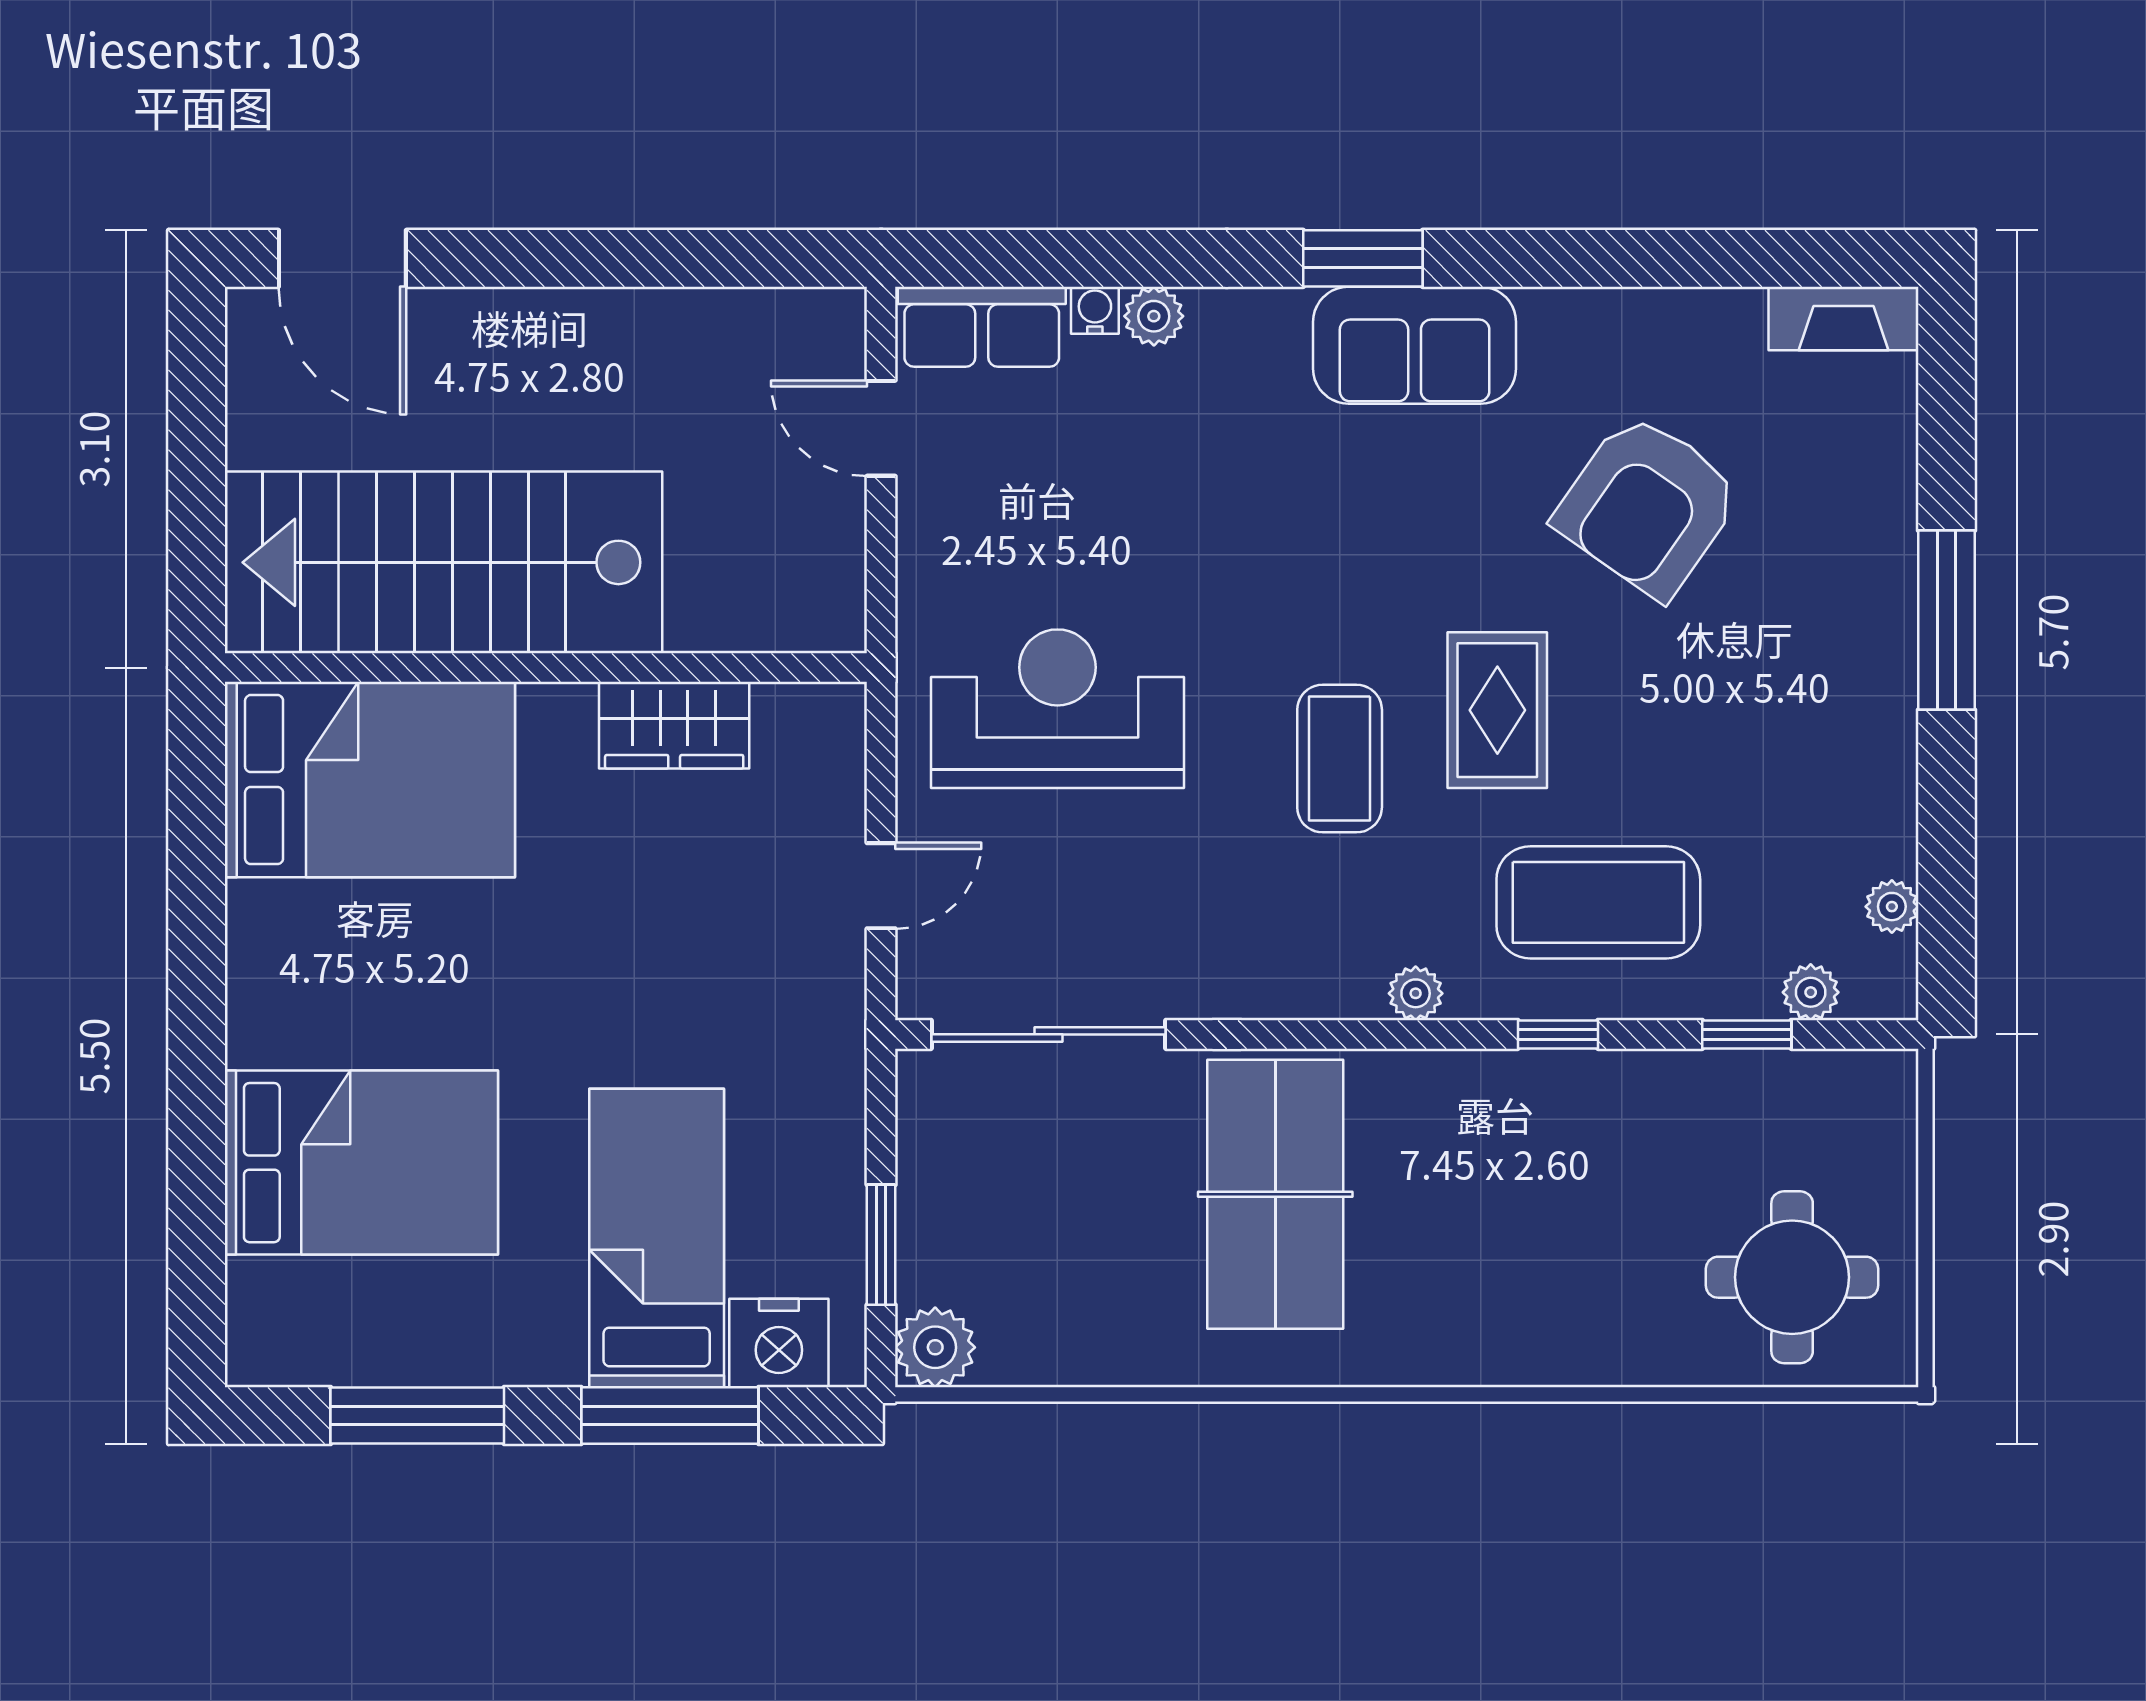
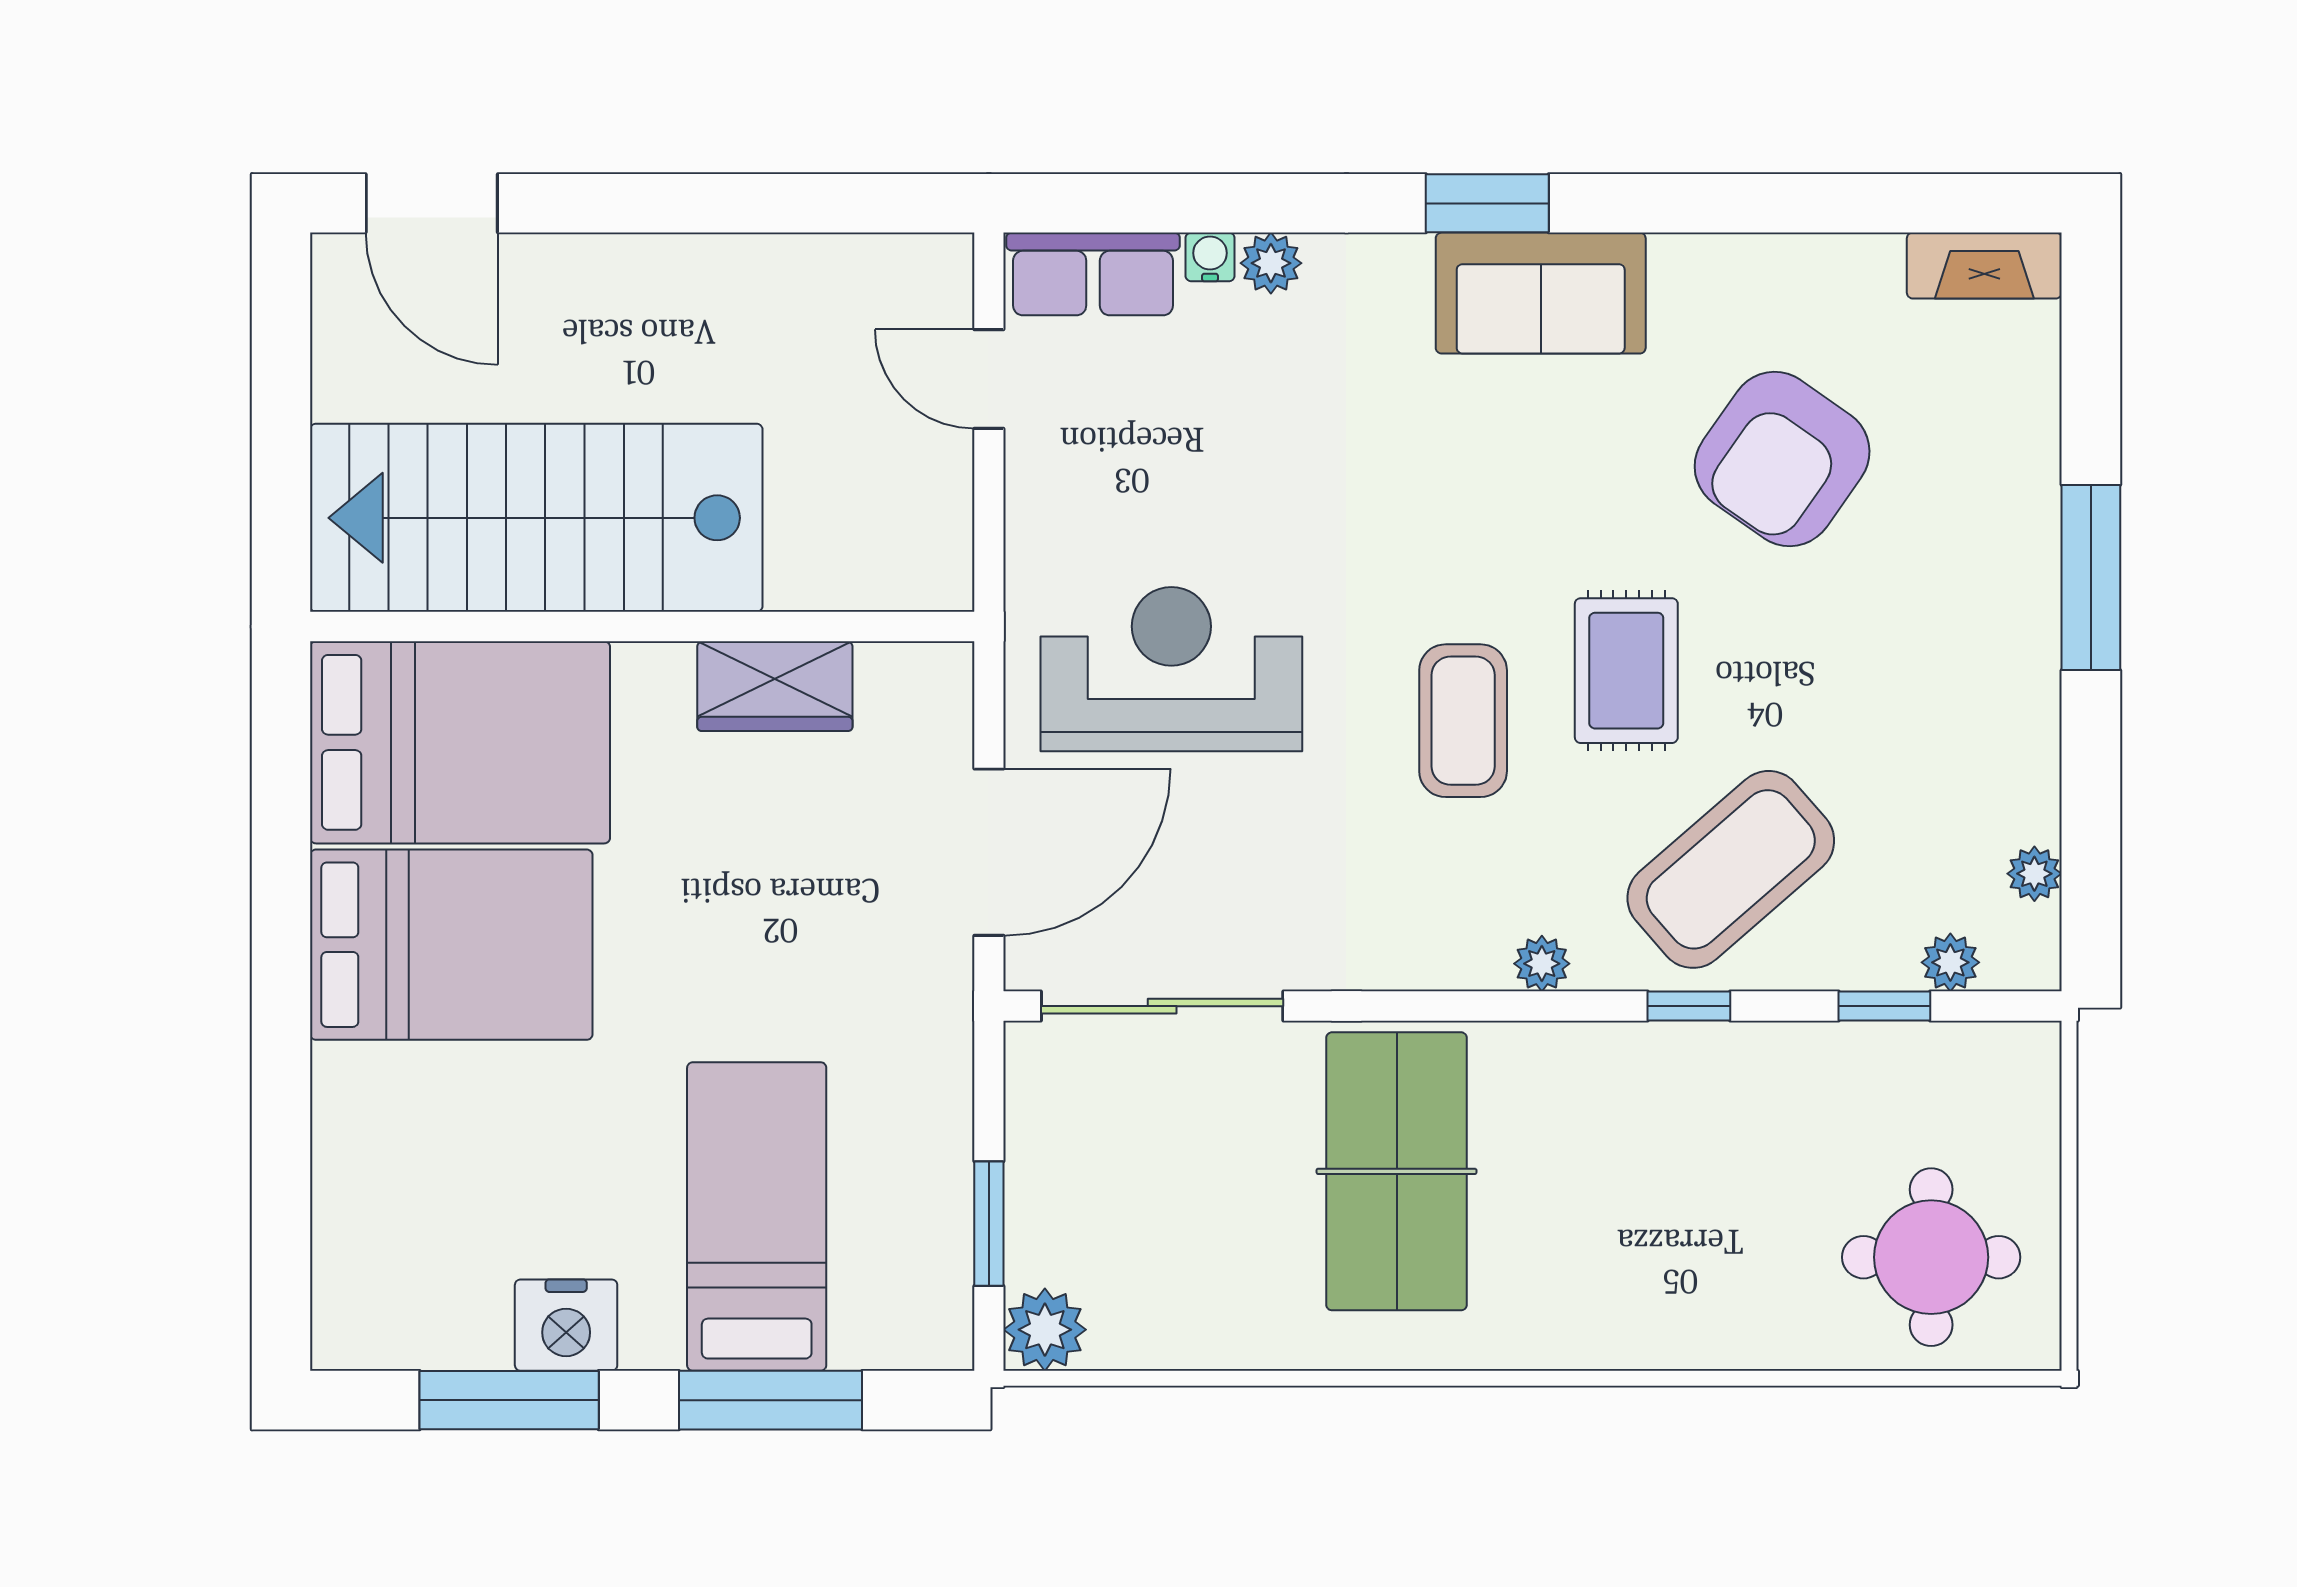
door: (881, 886) -> (989, 852), width x1.88
coffee table: (1598, 902) -> (1731, 869), turned -41
bed: (361, 1163) -> (451, 945), moved
nightstand: (779, 1343) -> (566, 1325), moved

